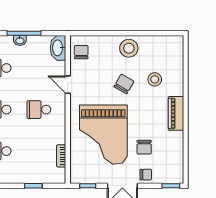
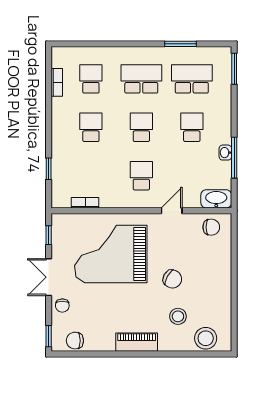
stool: (129, 48) -> (206, 338), moved
chair: (144, 147) -> (75, 341), moved

